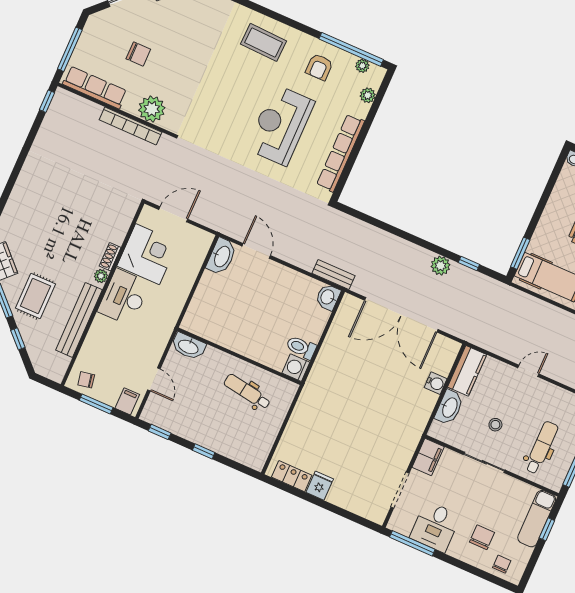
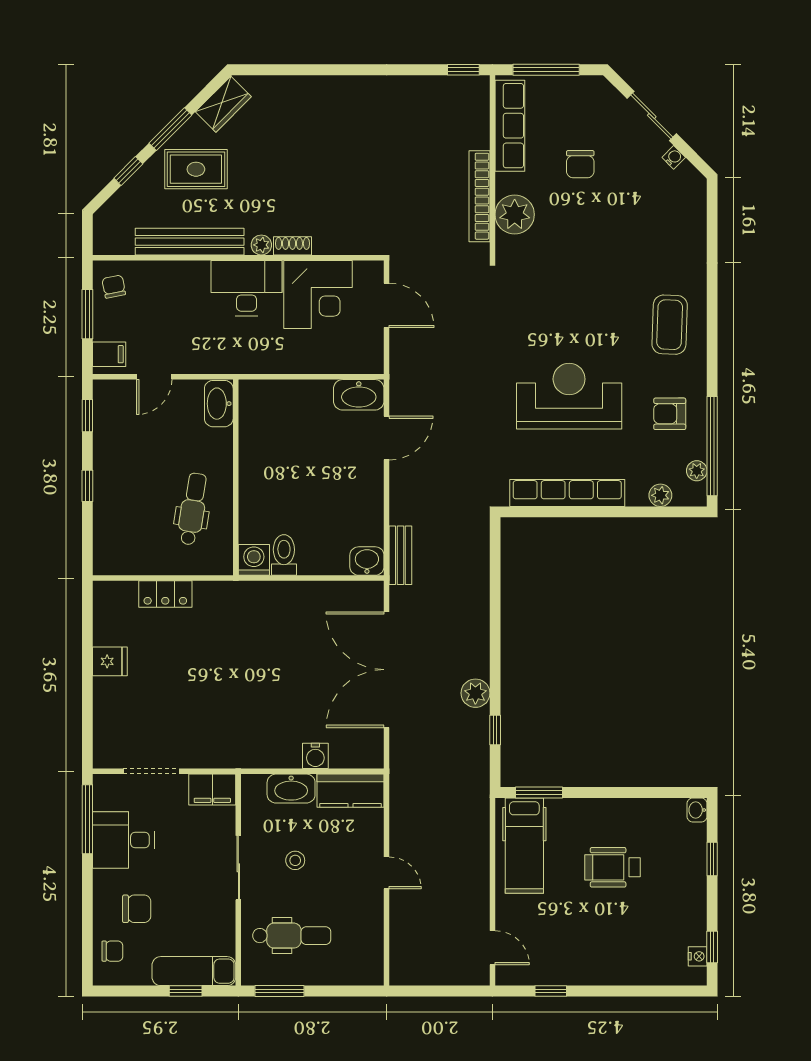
locker: (292, 476) -> (165, 594), moved, turned 90

